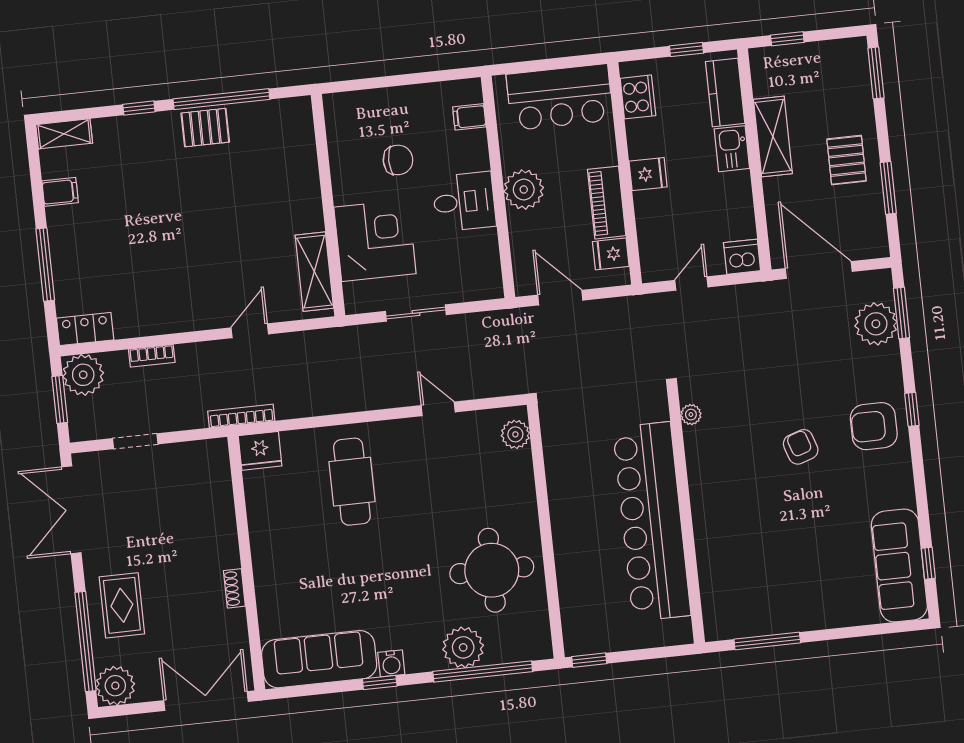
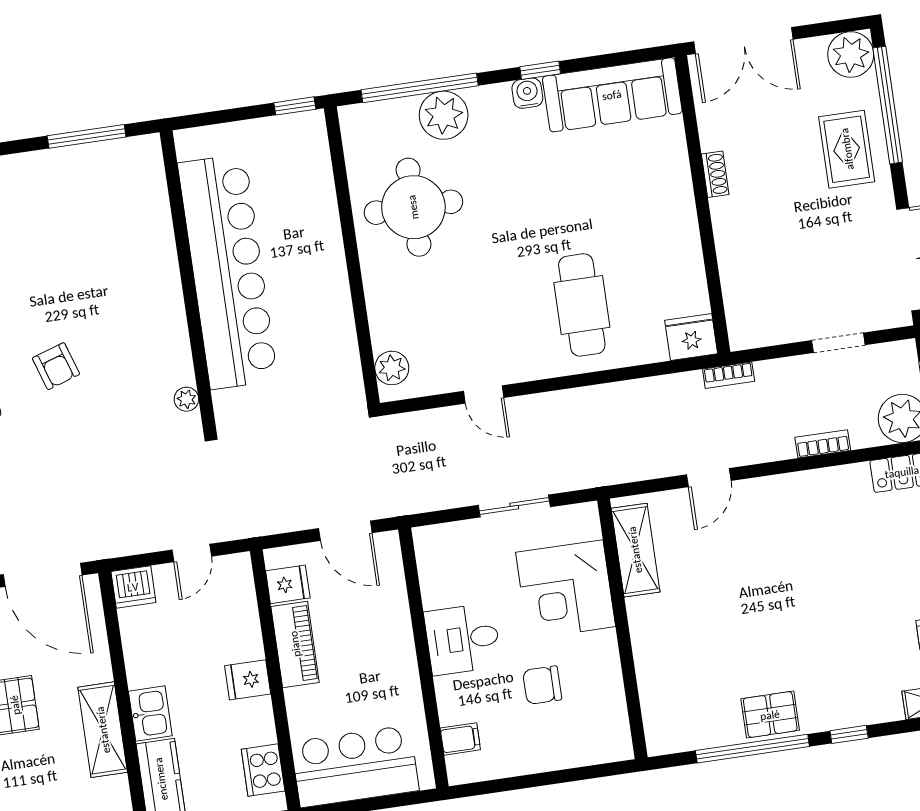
plant: (524, 189) -> (393, 656), removed
bookcase: (241, 416) -> (729, 375), width x0.64

